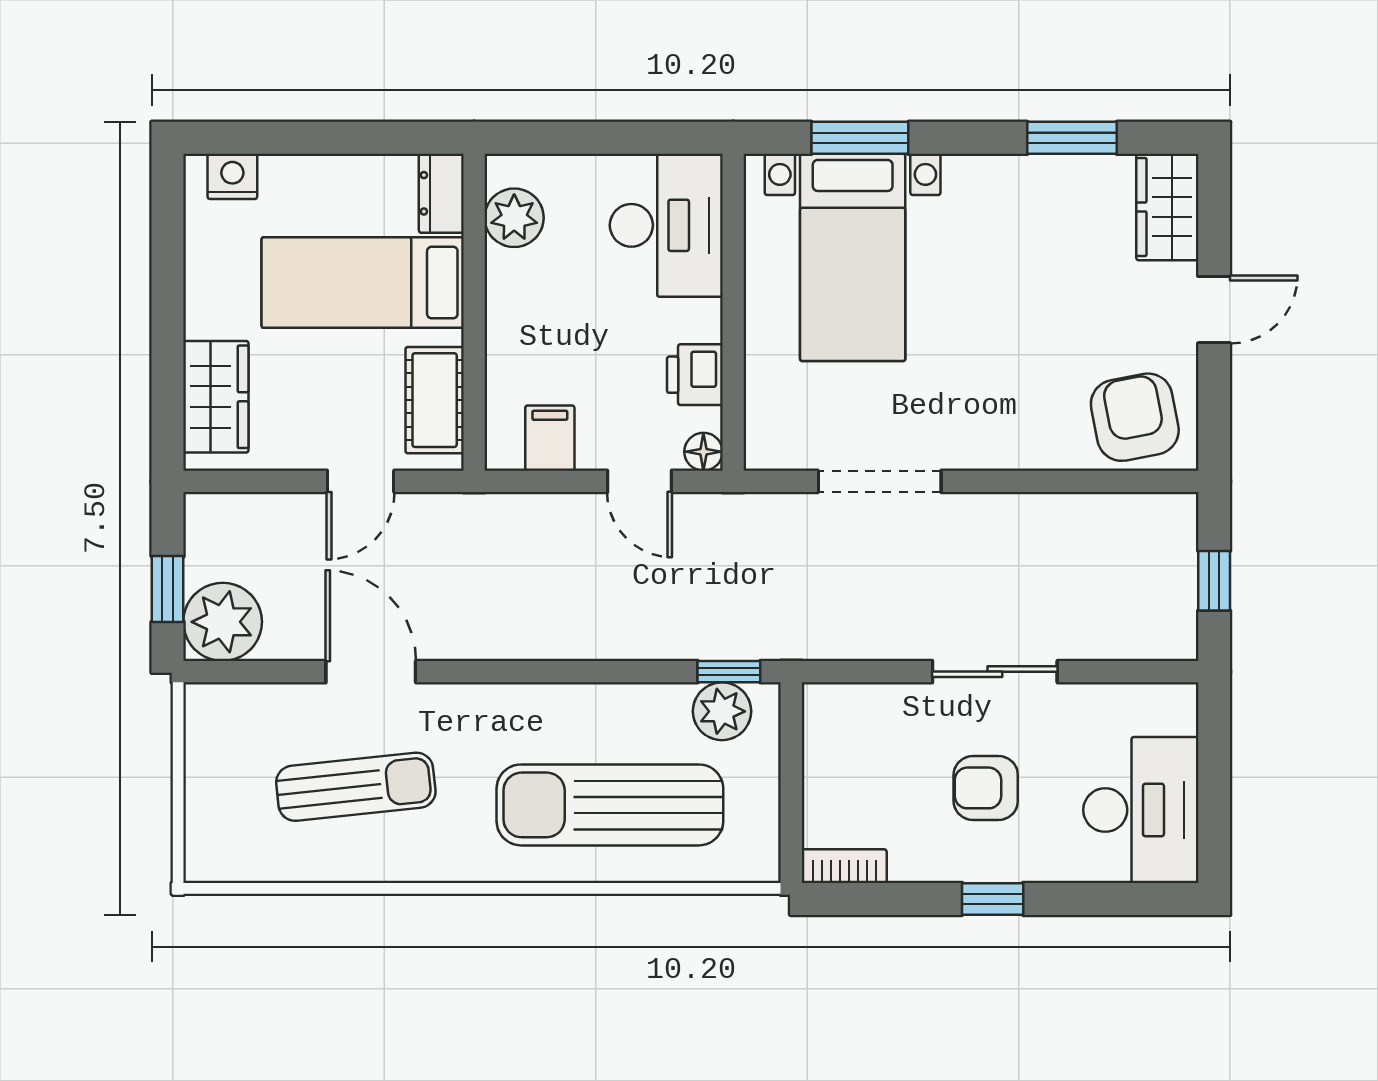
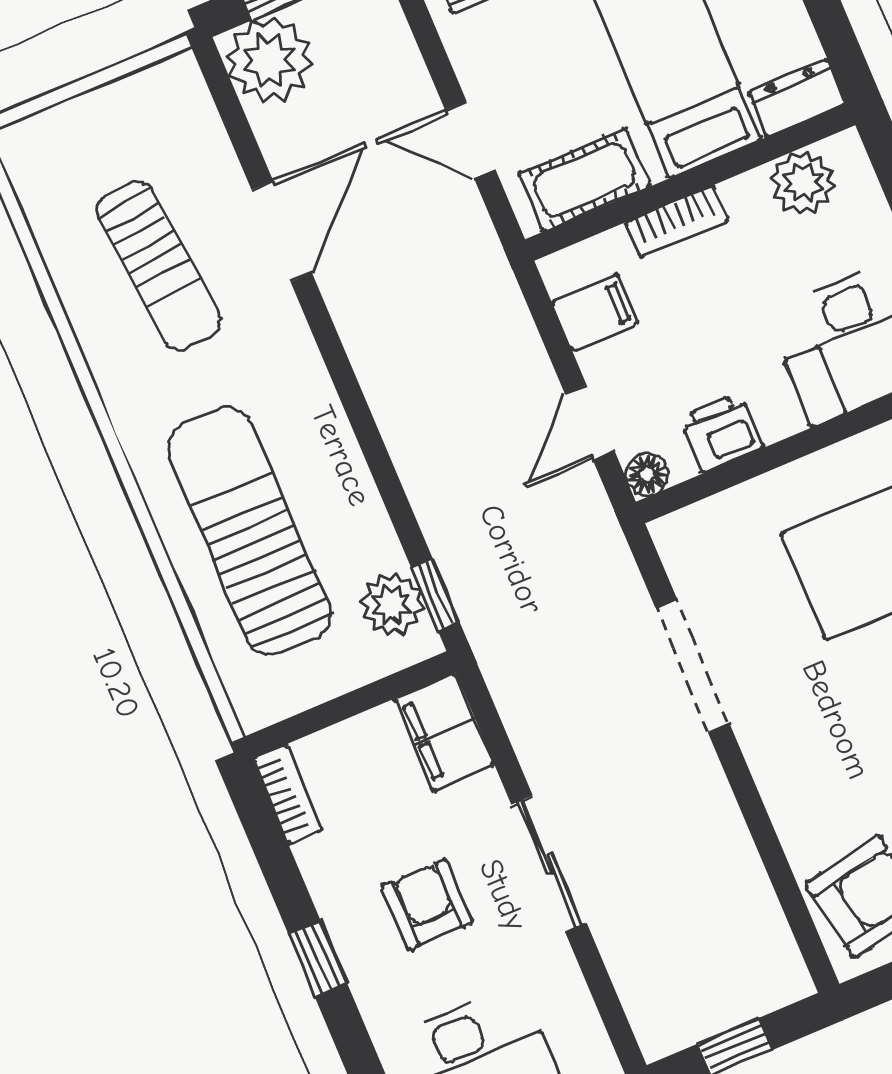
bookcase: (502, 337) -> (677, 221), added
filing cabinet: (848, 713) -> (444, 732), added

